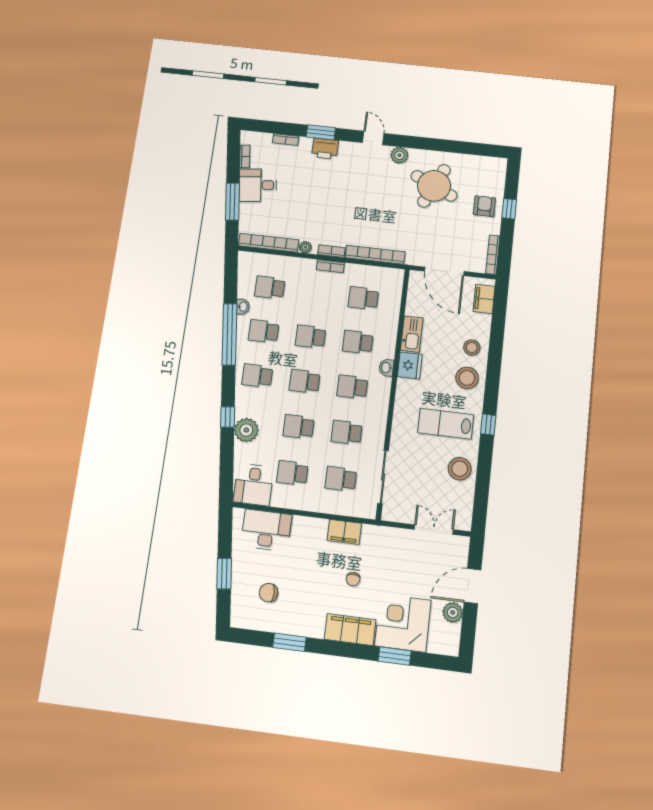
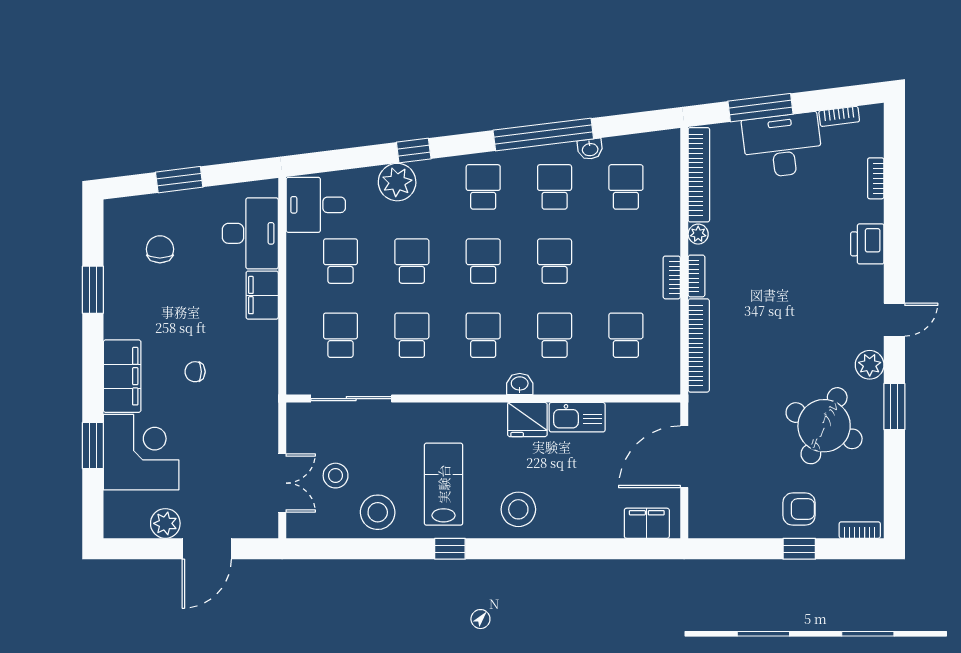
window: (321, 132) -> (894, 407), moved
desk: (258, 185) -> (782, 146), width x1.37
bookcase: (493, 255) -> (860, 530), moved, width x0.64
stool: (472, 348) -> (336, 476), moved
filing cabinet: (344, 532) -> (262, 295), moved
door: (473, 586) -> (207, 549), swing flipped

